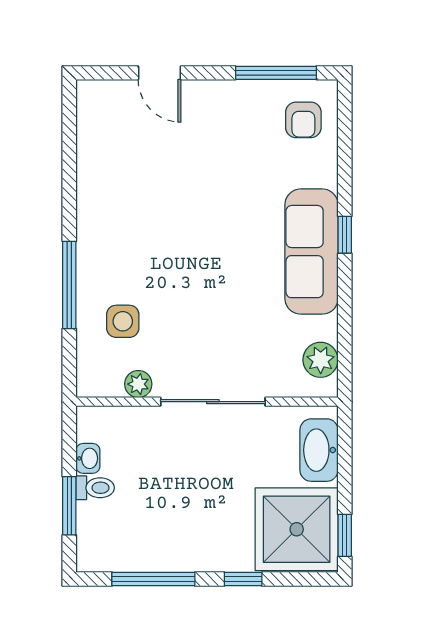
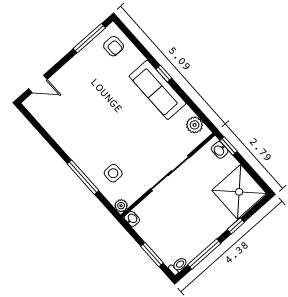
door: (160, 73) -> (38, 84), moved
plant: (138, 384) -> (121, 206), moved
washbasin: (319, 450) -> (220, 150), width x0.52, depth x0.69
washbasin: (88, 458) -> (132, 219), moved
toilet: (95, 488) -> (178, 266), moved
window: (345, 535) -> (228, 146), moved

